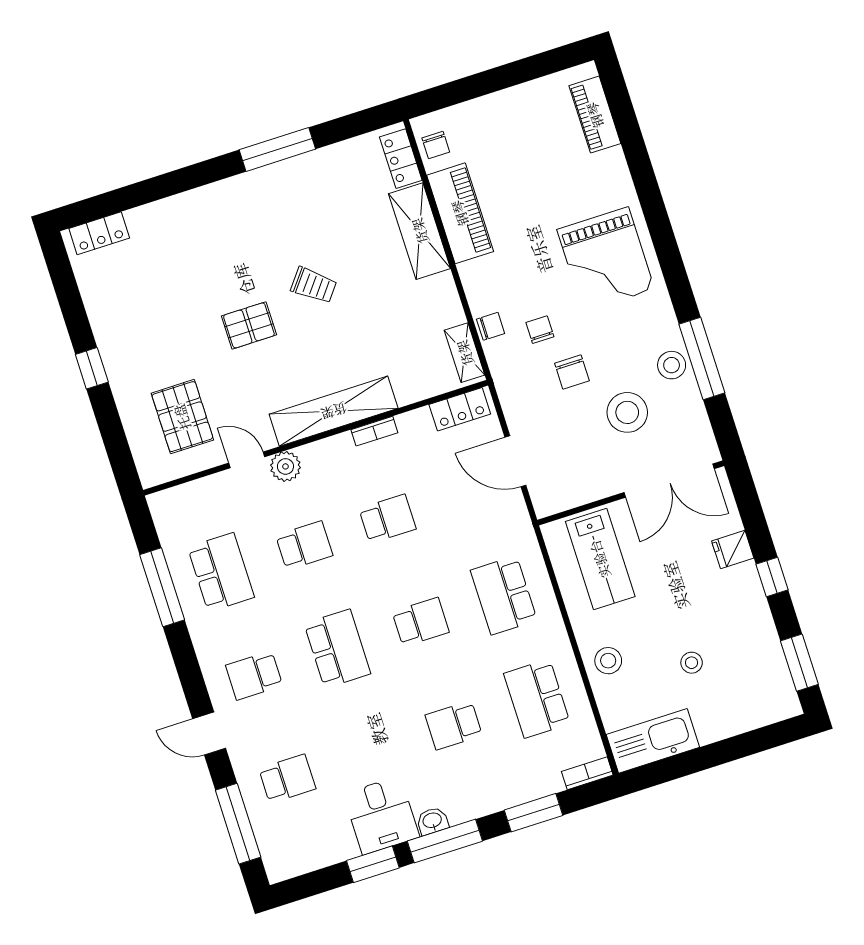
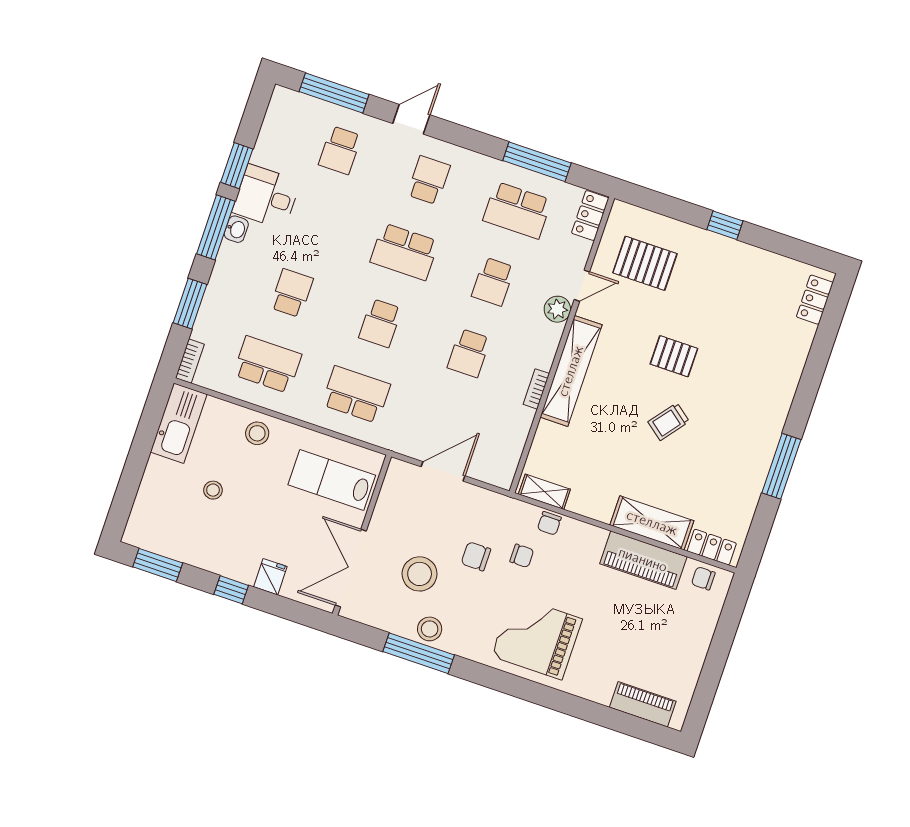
pallet: (249, 325) -> (674, 356), turned 90
locker: (460, 409) -> (590, 216), moved

